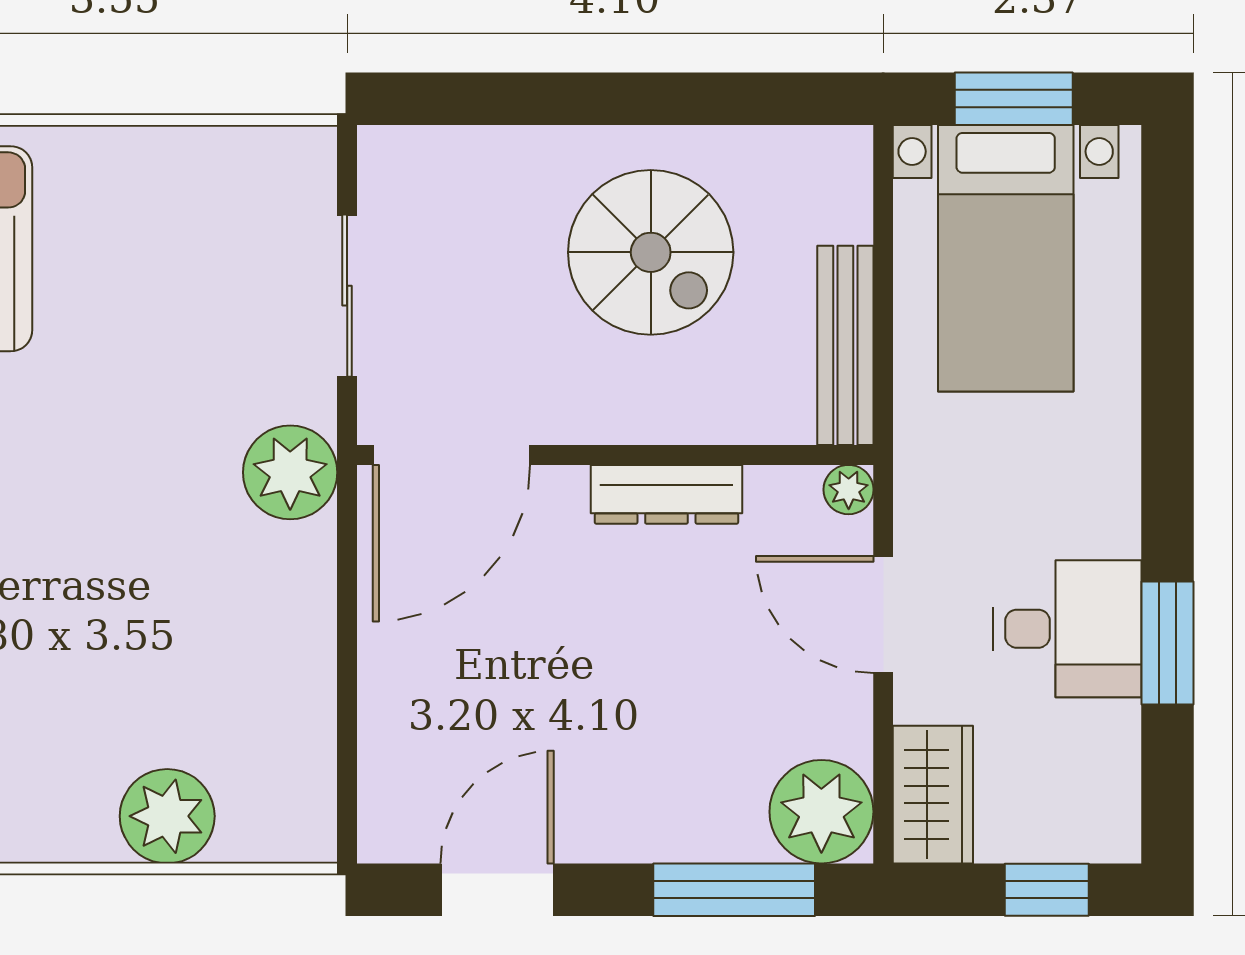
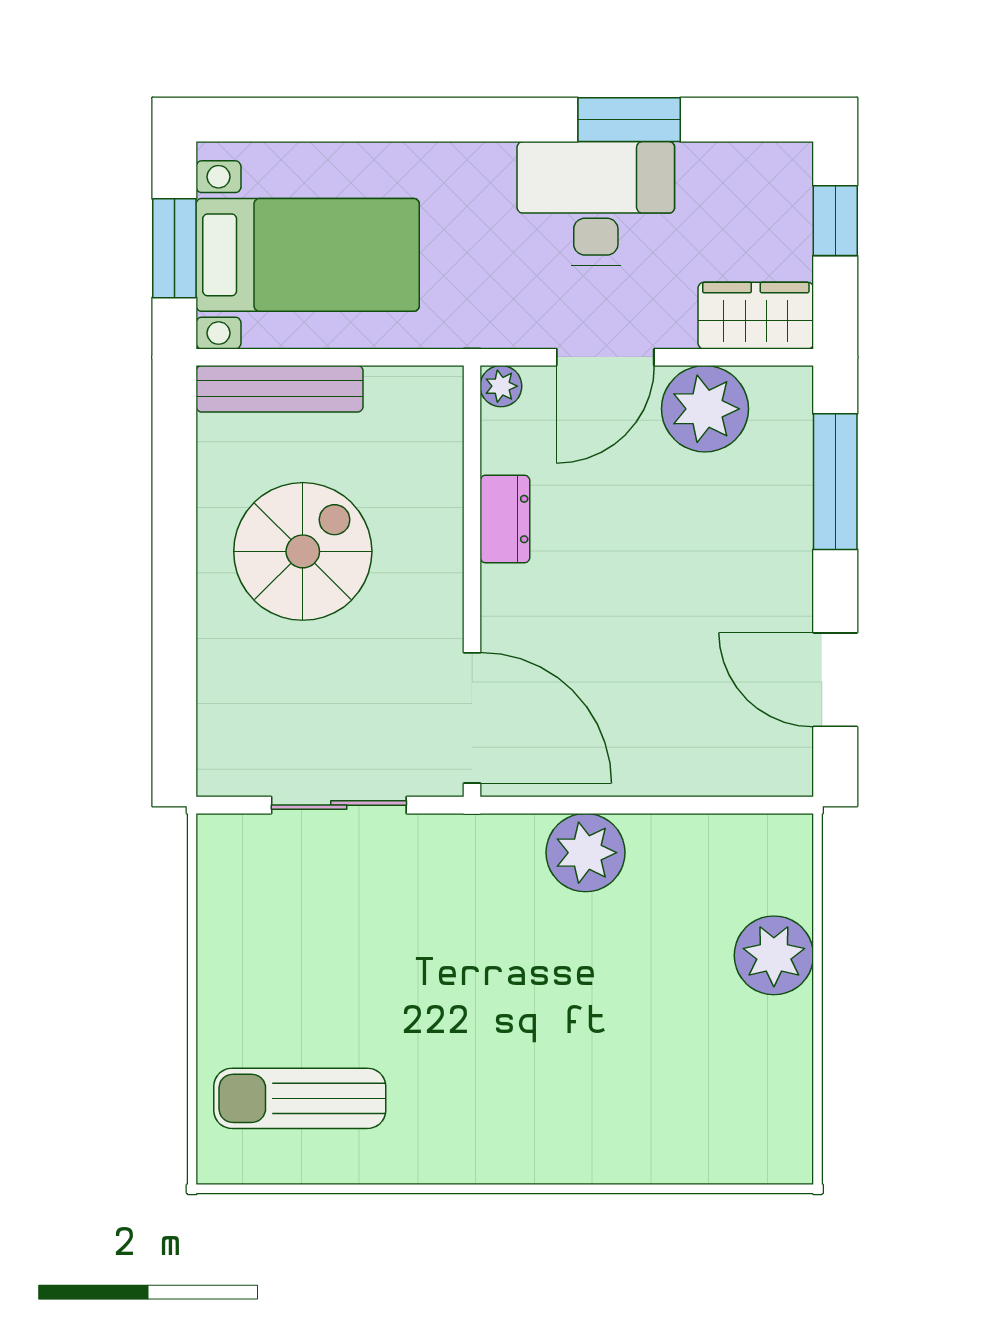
bench: (845, 345) -> (280, 389), moved
plant: (290, 472) -> (586, 853), moved
dresser: (666, 494) -> (505, 519), width x0.70
desk: (1067, 629) -> (596, 203), width x1.37
plant: (821, 812) -> (705, 409), moved

